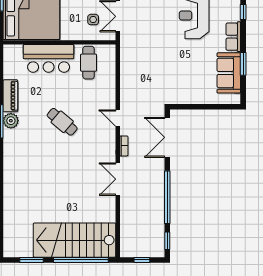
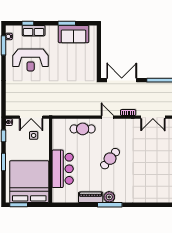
row of seats: (233, 37) -> (34, 31), moved
cafe table: (89, 63) -> (83, 129), moved
door: (118, 118) -> (107, 117), swing flipped
double door: (167, 137) -> (122, 80), swing flipped

